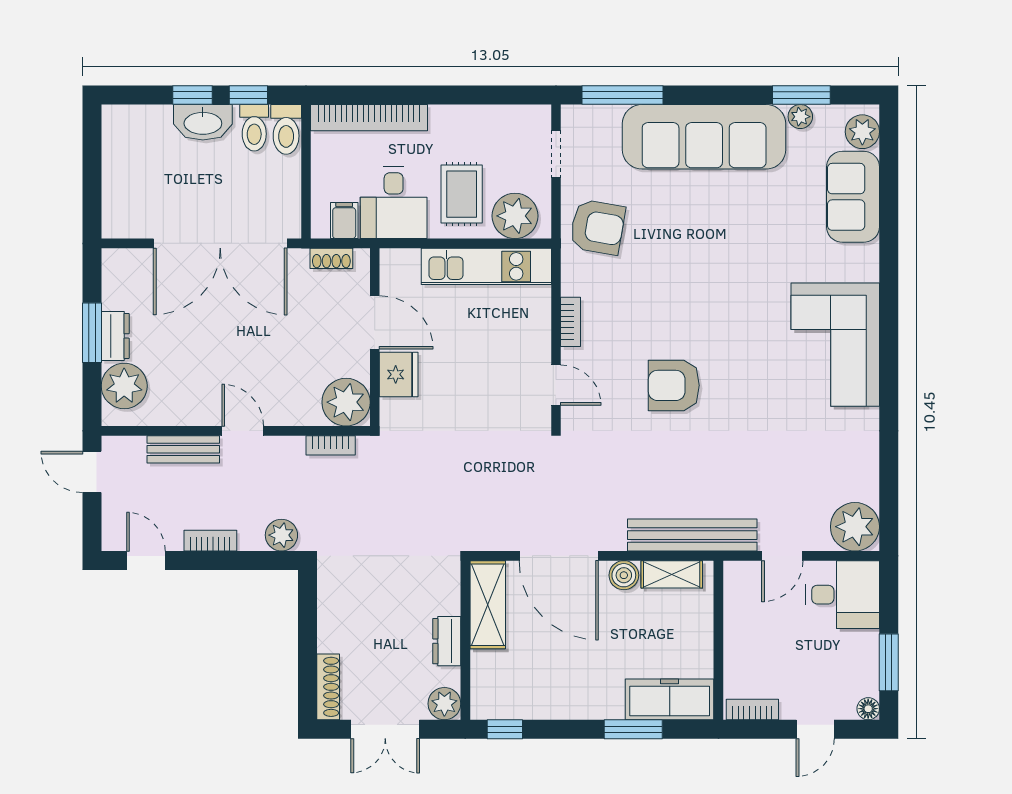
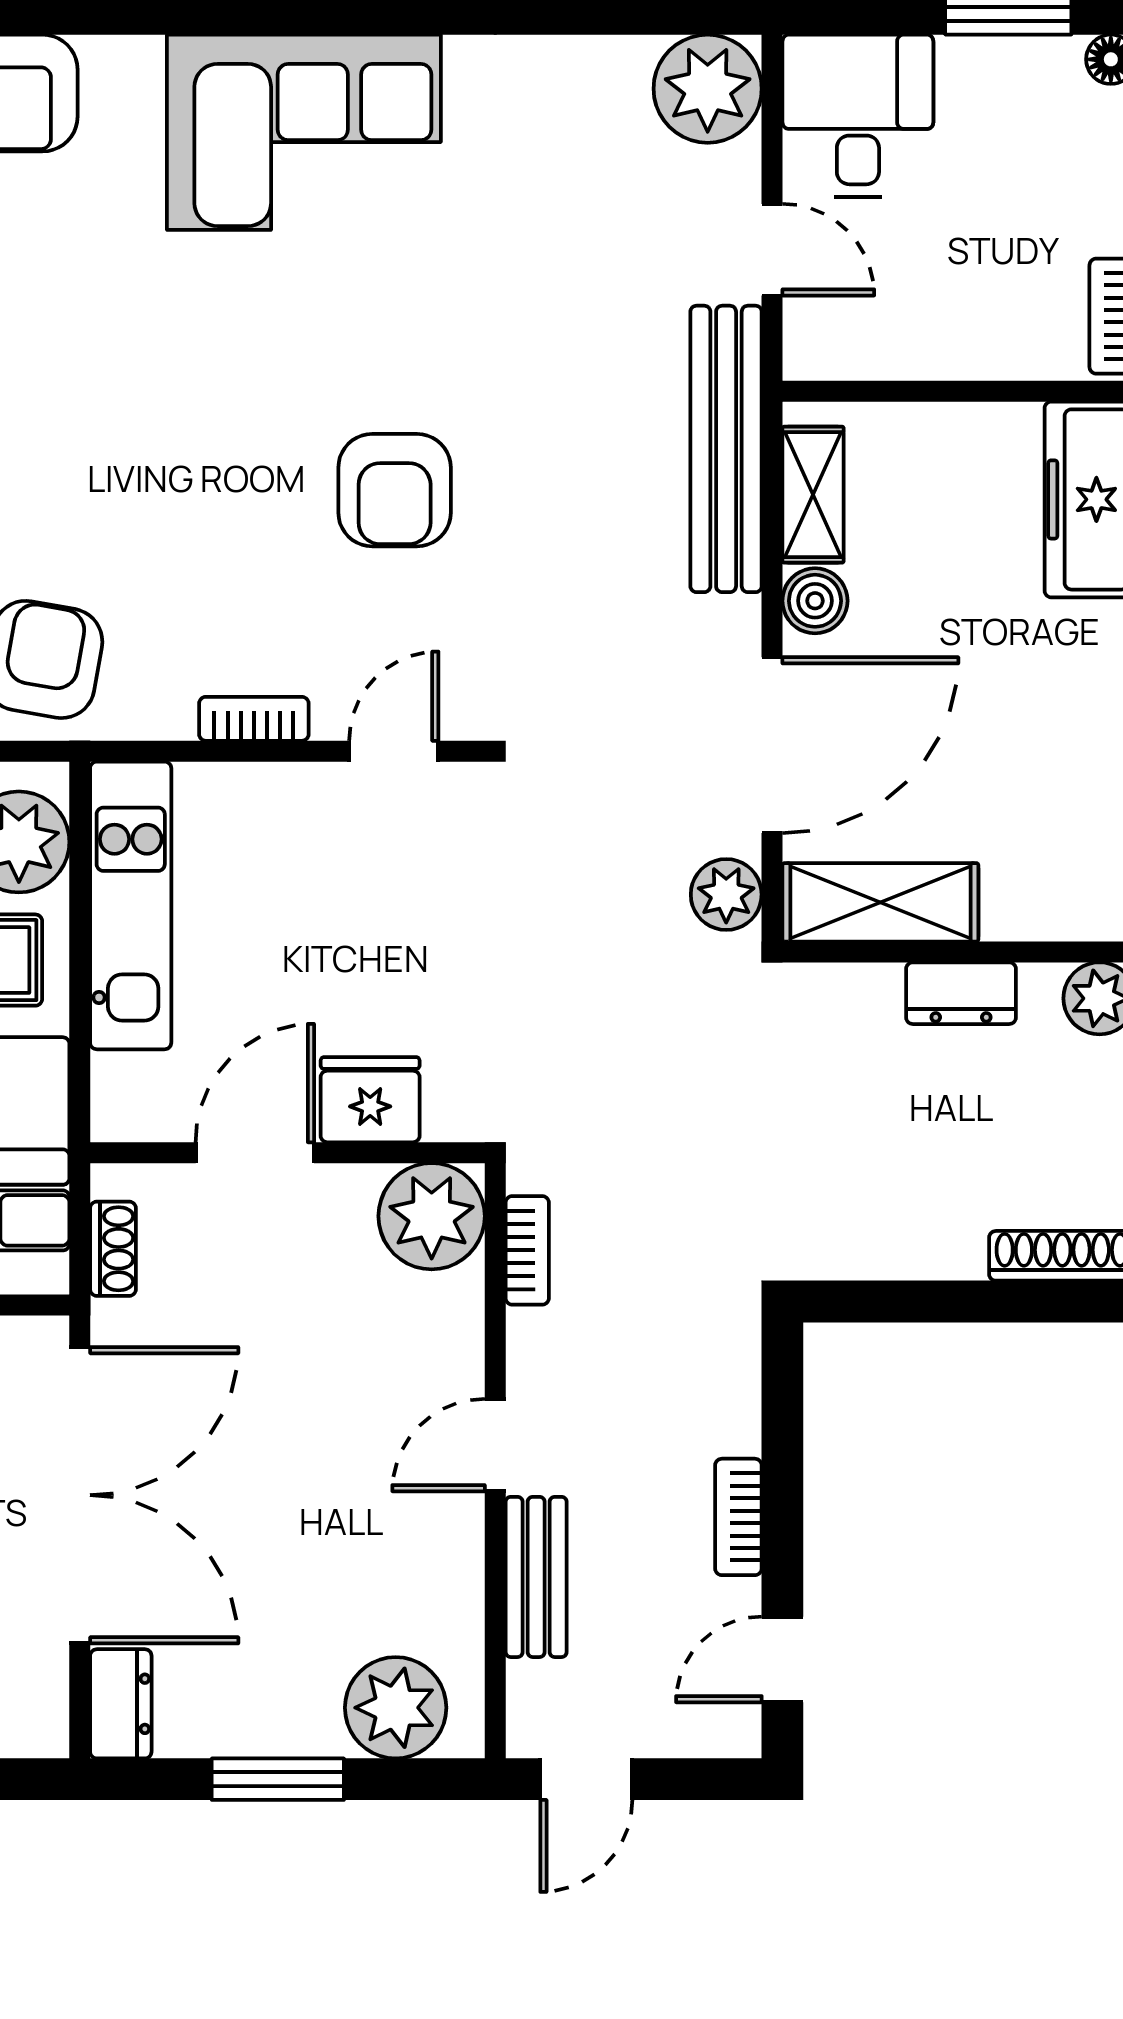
dresser: (115, 336) -> (121, 1704), moved, turned 90
plant: (281, 535) -> (726, 894), moved

